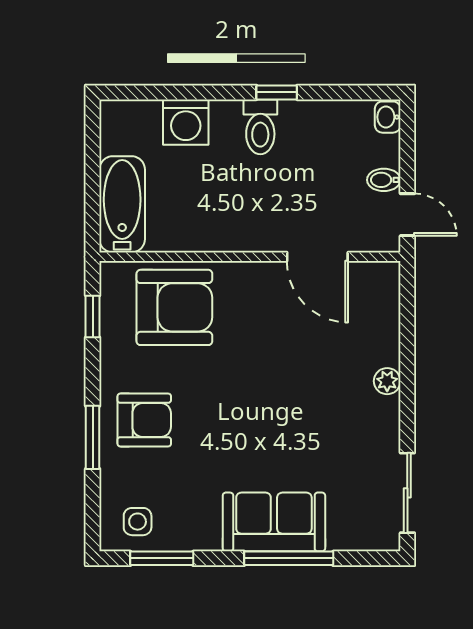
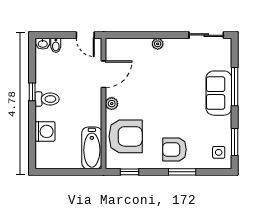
bidet: (384, 180) -> (56, 45), moved
bathtub: (122, 204) -> (92, 148), moved, turned -90
door: (407, 215) -> (85, 35), swing flipped
plant: (250, 275) -> (112, 104), added
armchair: (174, 307) -> (126, 136), turned 90
armchair: (144, 420) -> (175, 149), turned -90

